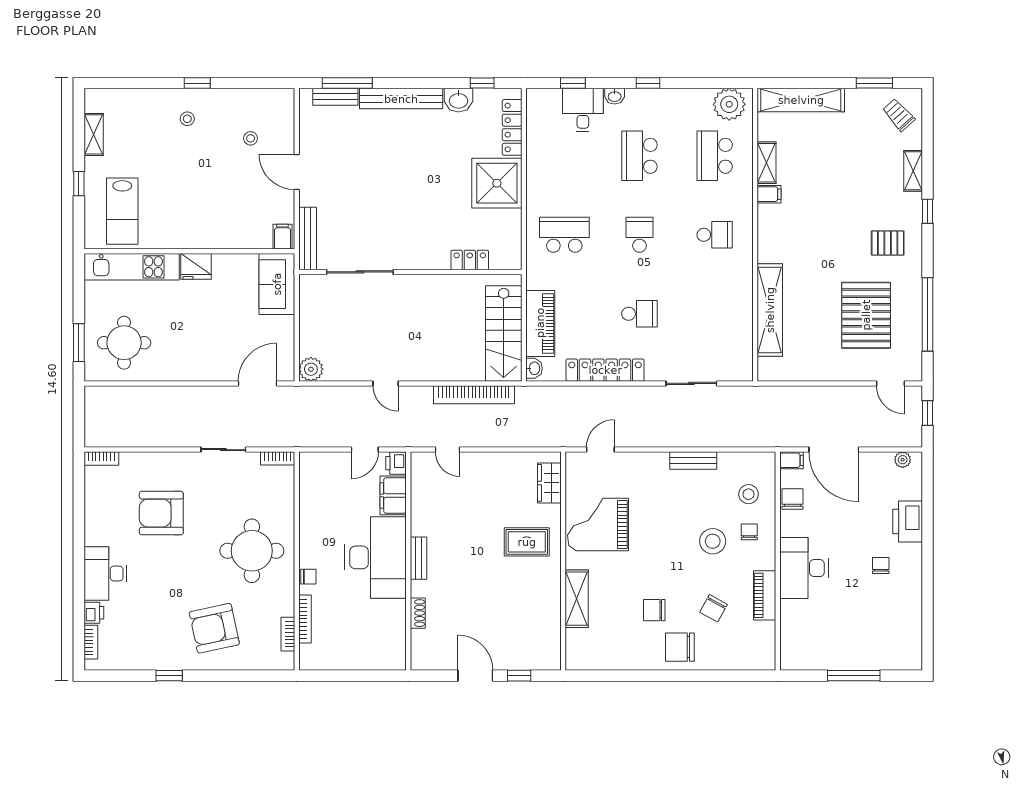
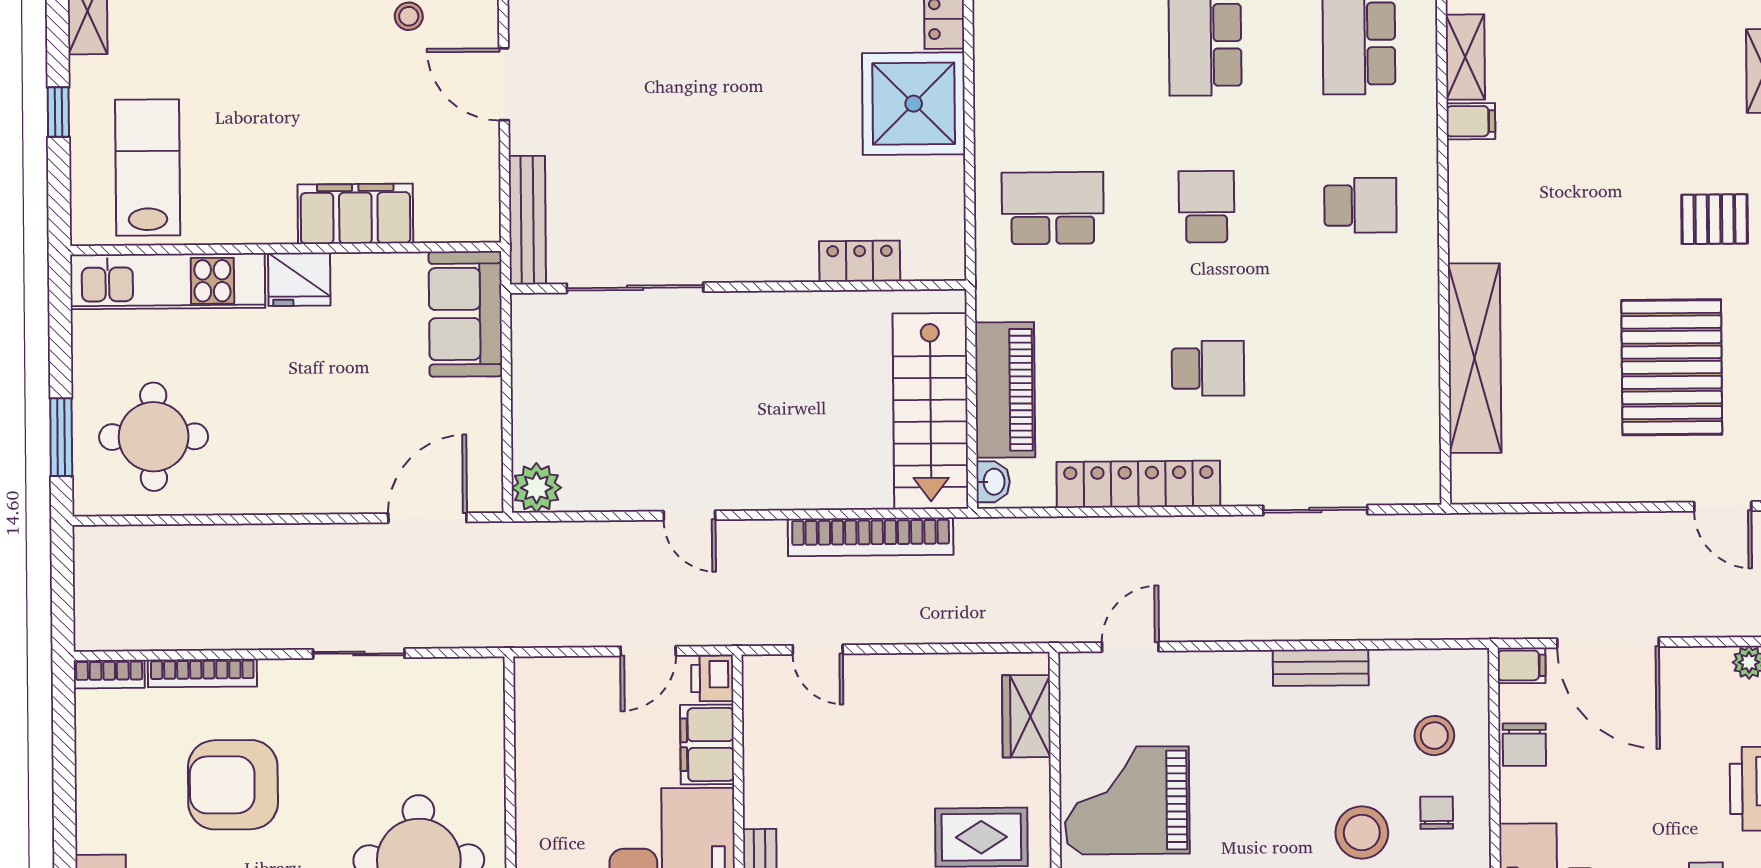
lab bench: (122, 211) -> (148, 167), turned 180
filing cabinet: (282, 237) -> (355, 214), moved, width x3.00, depth x1.17
bookcase: (278, 458) -> (202, 673), moved, width x1.56
chair: (792, 499) -> (1524, 745), turned 180

